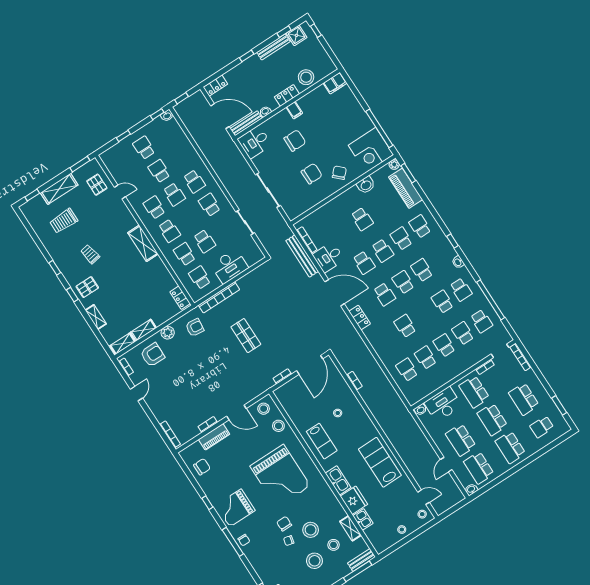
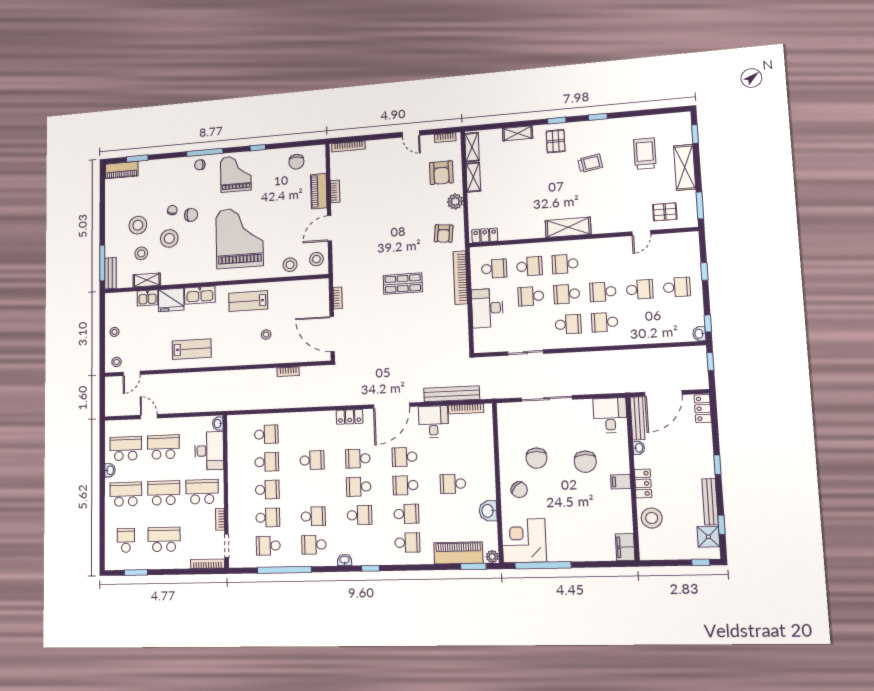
school desk: (154, 207) -> (567, 294), moved, turned 180
school desk: (403, 282) -> (359, 487), turned 180
lab bench: (380, 462) -> (192, 349), width x0.73, depth x0.72
grand piano: (280, 476) -> (240, 238), turned 90
washbasin: (471, 489) -> (110, 470), moved

